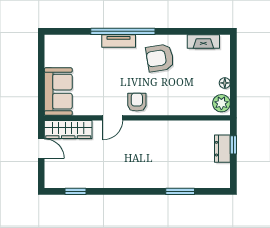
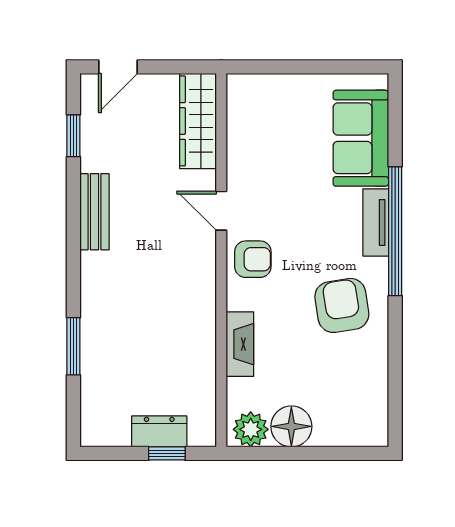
fireplace: (203, 42) -> (240, 344), moved, turned 180
floor lamp: (225, 83) -> (291, 426), width x1.89, depth x1.89
sofa: (58, 92) -> (361, 138), moved, turned 90
door: (41, 149) -> (118, 67), moved
bench: (113, 181) -> (94, 212), added

